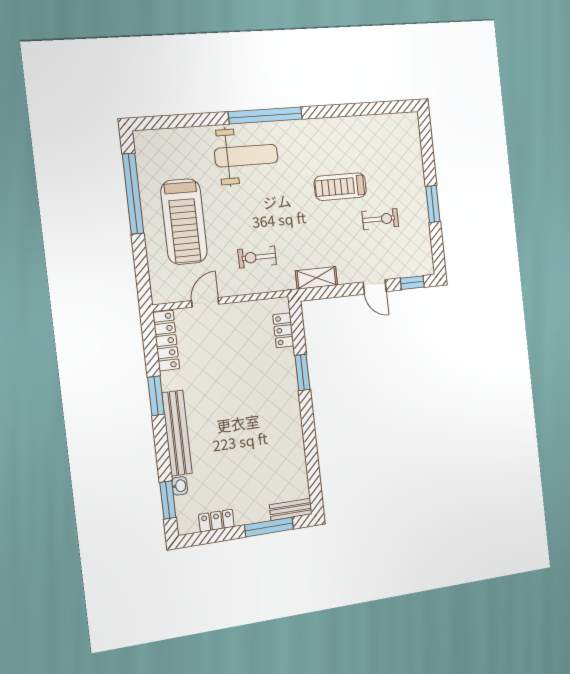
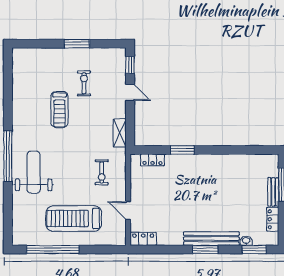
treadmill: (184, 222) -> (74, 219), turned 180
door: (375, 287) -> (130, 92), hinge flipped
locker: (166, 341) -> (143, 239), width x0.66
window: (156, 396) -> (205, 250), moved
bench: (291, 509) -> (273, 192), moved

